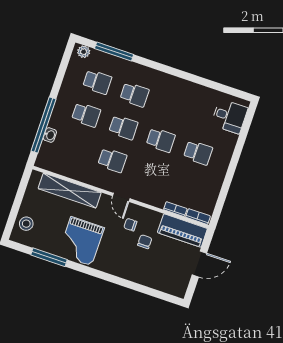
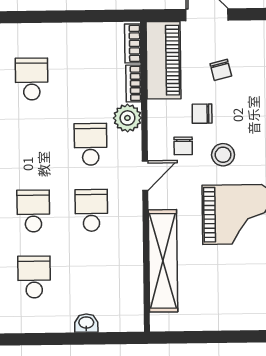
window: (44, 125) -> (74, 339), removed
school desk: (161, 140) -> (91, 144), moved
plant: (157, 199) -> (127, 118), added
stool: (26, 224) -> (223, 155), moved
chair: (166, 261) -> (221, 70), added

